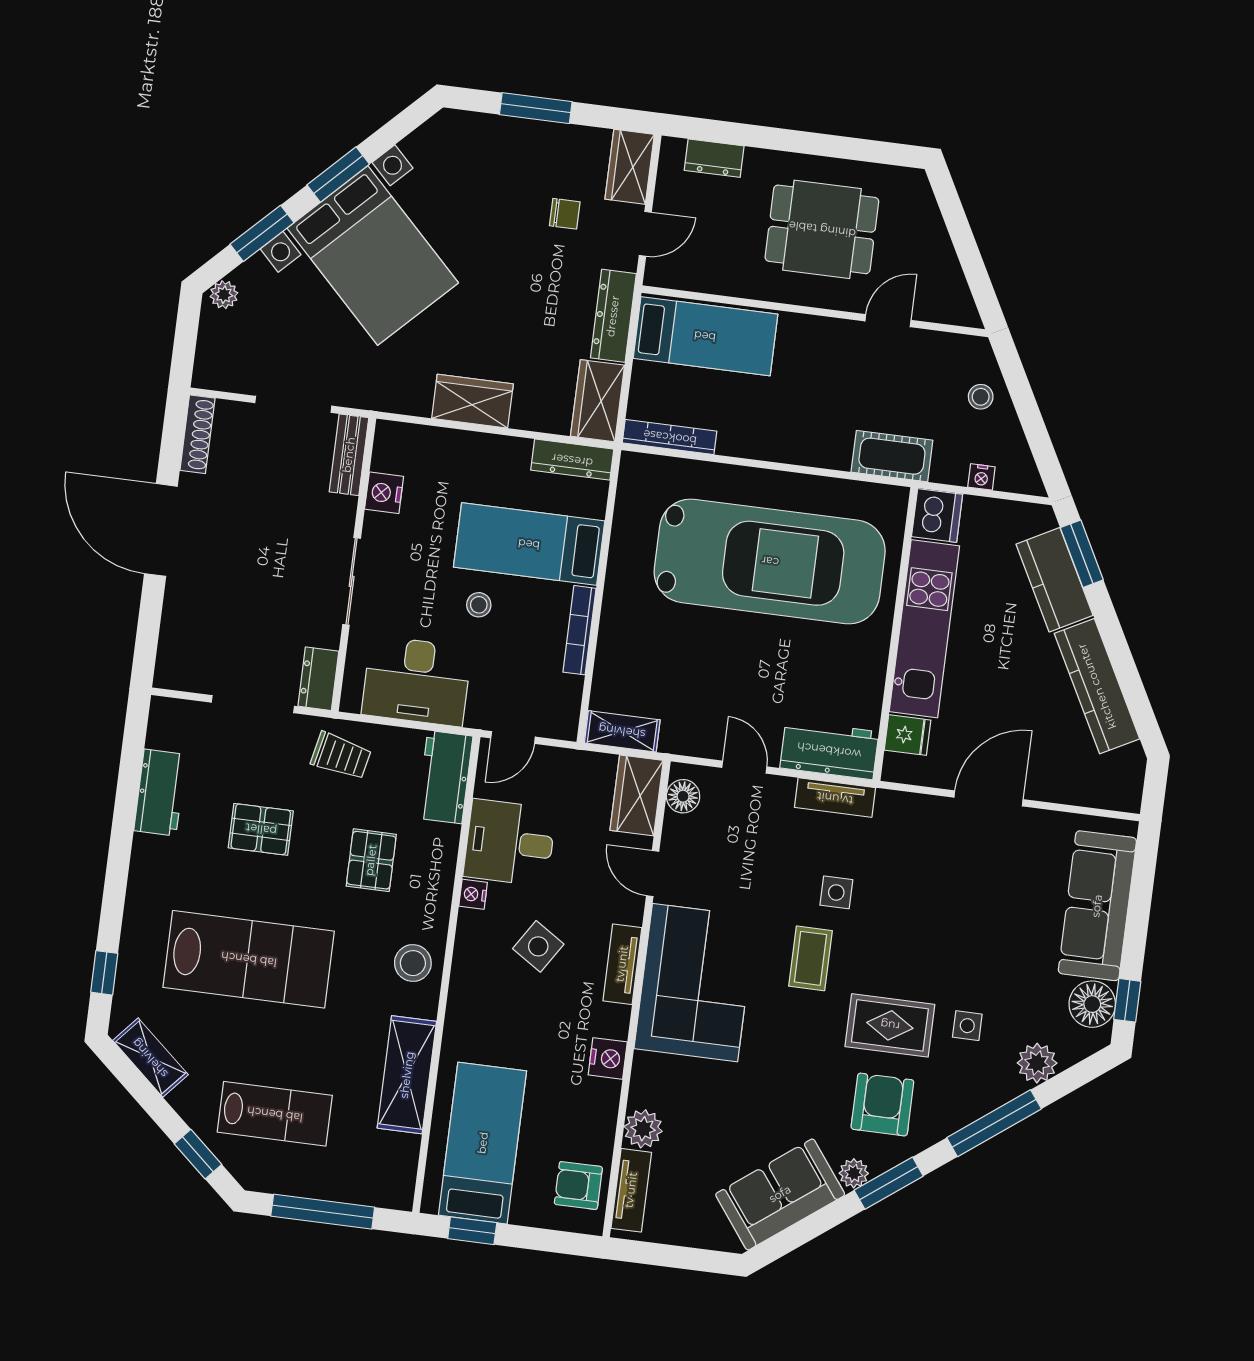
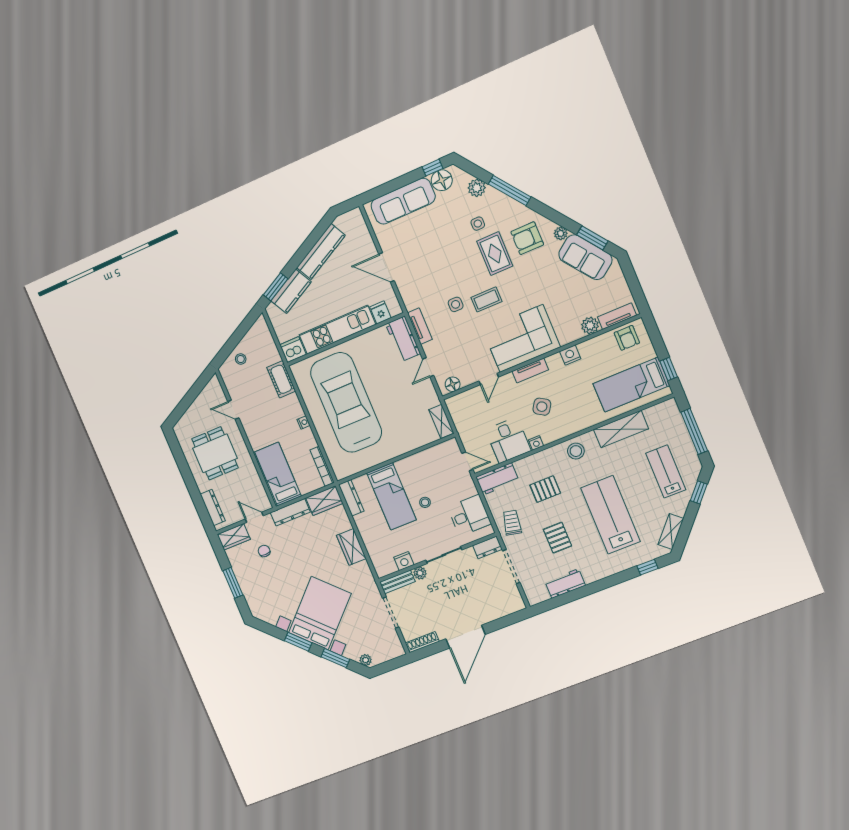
dresser: (714, 158) -> (213, 508), width x1.44
nightstand: (981, 477) -> (304, 422), moved
plant: (341, 512) -> (420, 573), added
bookcase: (579, 630) -> (413, 459), removed
desk: (417, 681) -> (469, 515), width x0.73
wardrobe: (637, 795) -> (462, 402), removed
window: (889, 1183) -> (592, 238), moved

